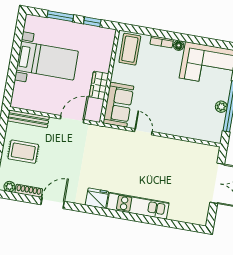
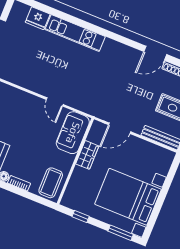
window: (60, 16) -> (121, 233), moved
bed with nightstands: (47, 61) -> (128, 197), width x1.36
fridge: (97, 198) -> (38, 18), moved

